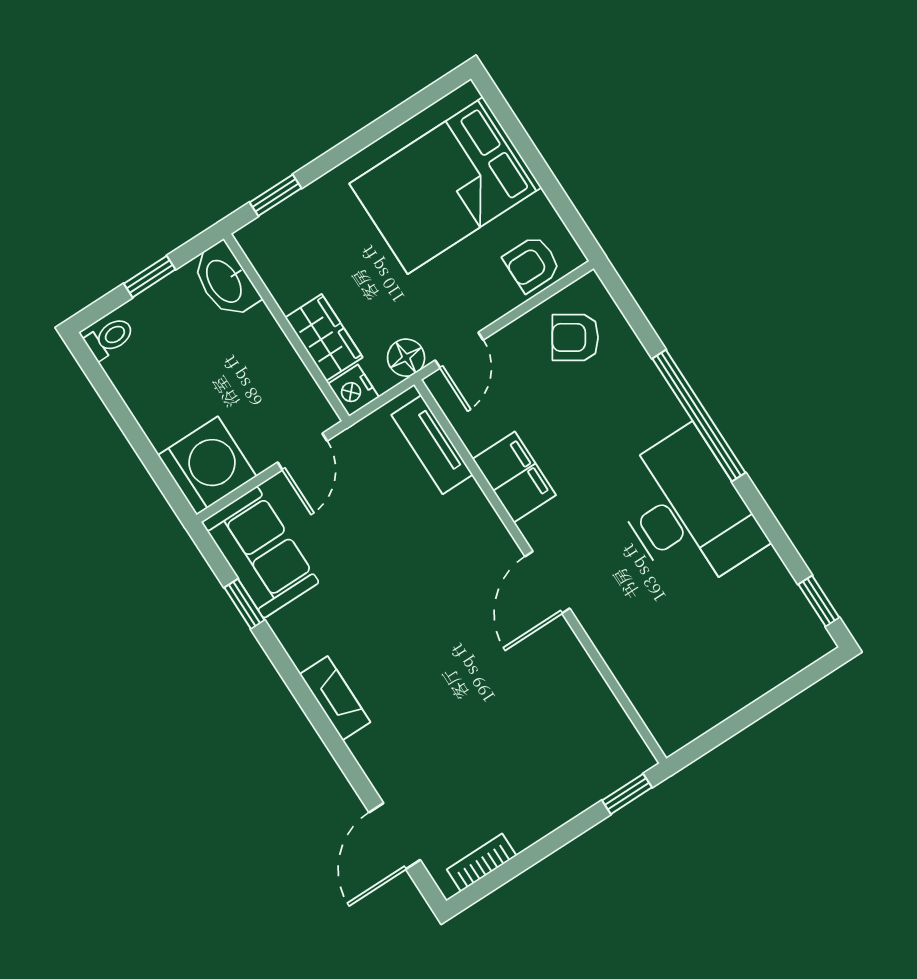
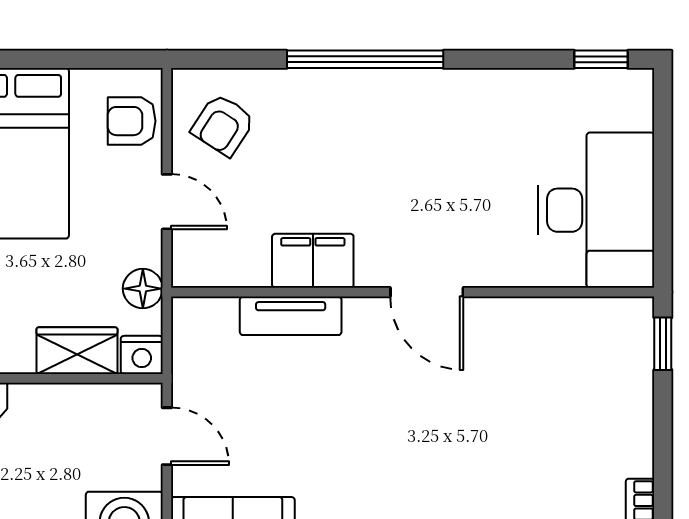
armchair: (532, 264) -> (132, 121), turned 90
door: (459, 350) -> (167, 202), moved
tv unit: (432, 445) -> (291, 316), moved
desk: (686, 511) -> (596, 210), moved, turned 90

